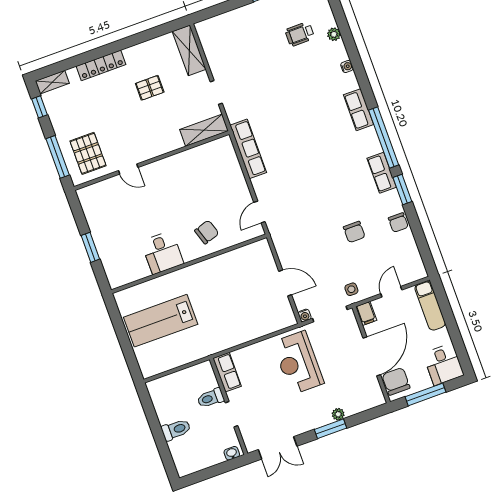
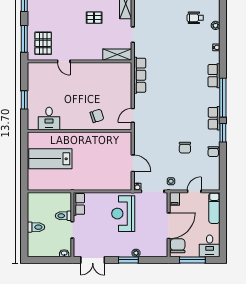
desk: (162, 253) -> (49, 119), moved

